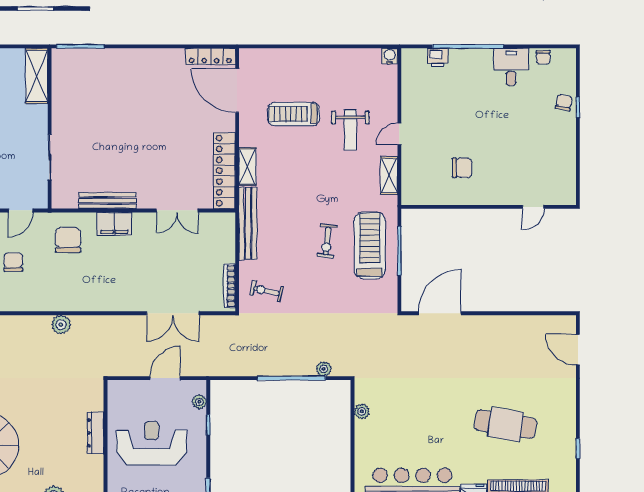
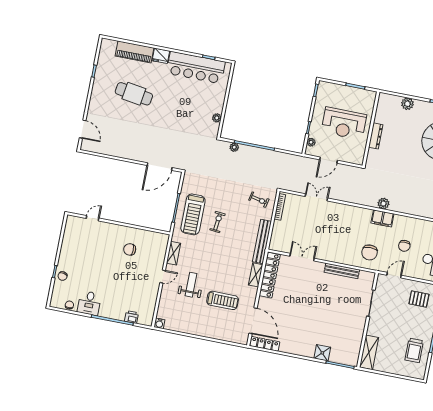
shower: (113, 60) -> (322, 353), added
filing cabinet: (114, 224) -> (382, 218), moved, turned 180
double door: (173, 313) -> (316, 197), width x0.73

